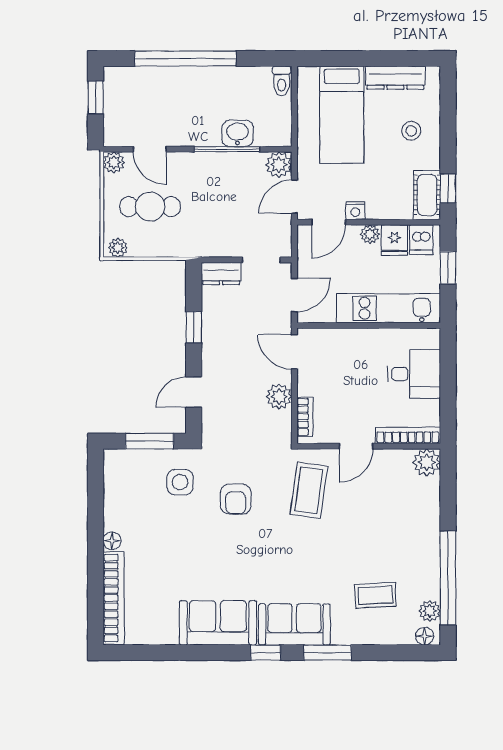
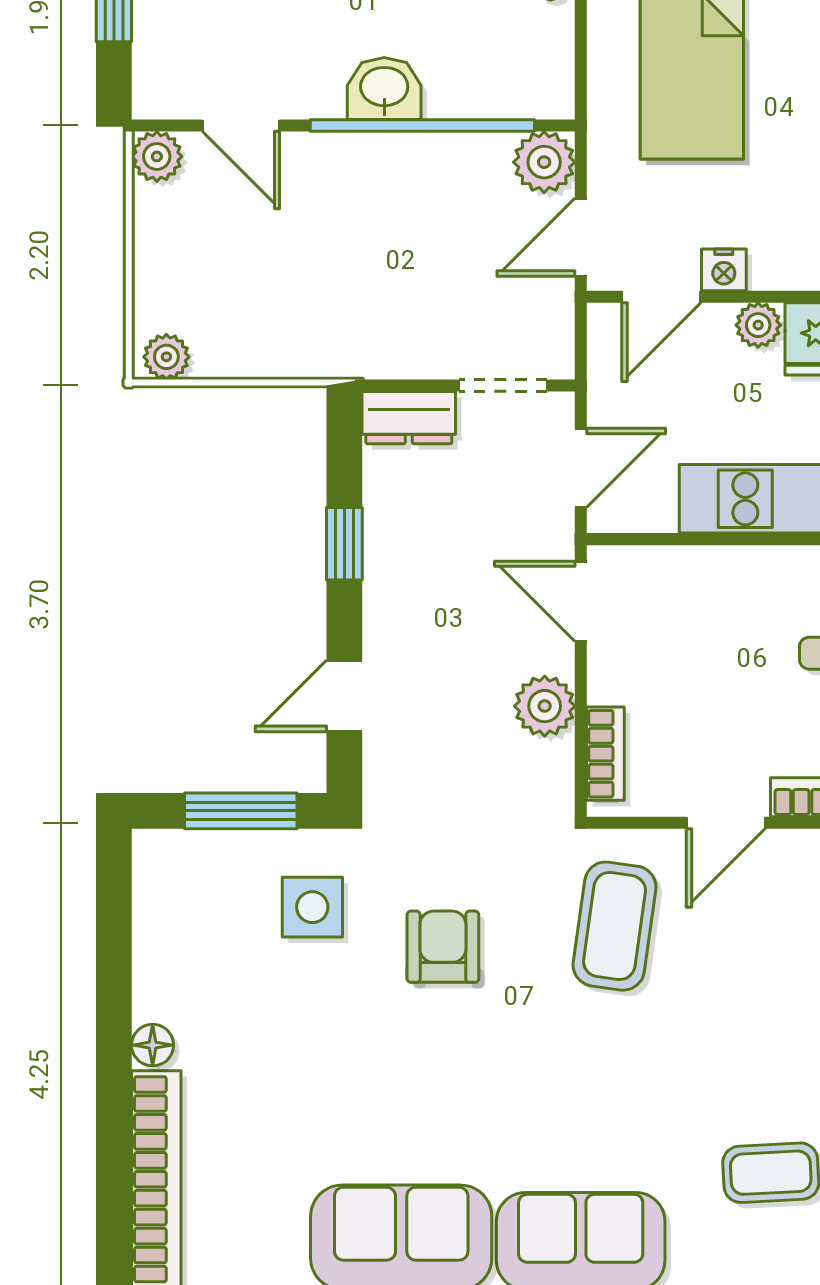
washbasin: (237, 133) -> (384, 88), moved
window: (227, 149) -> (422, 125), width x1.46
cafe table: (150, 207) -> (242, 260), removed
armchair: (236, 499) -> (443, 947), turned 180

